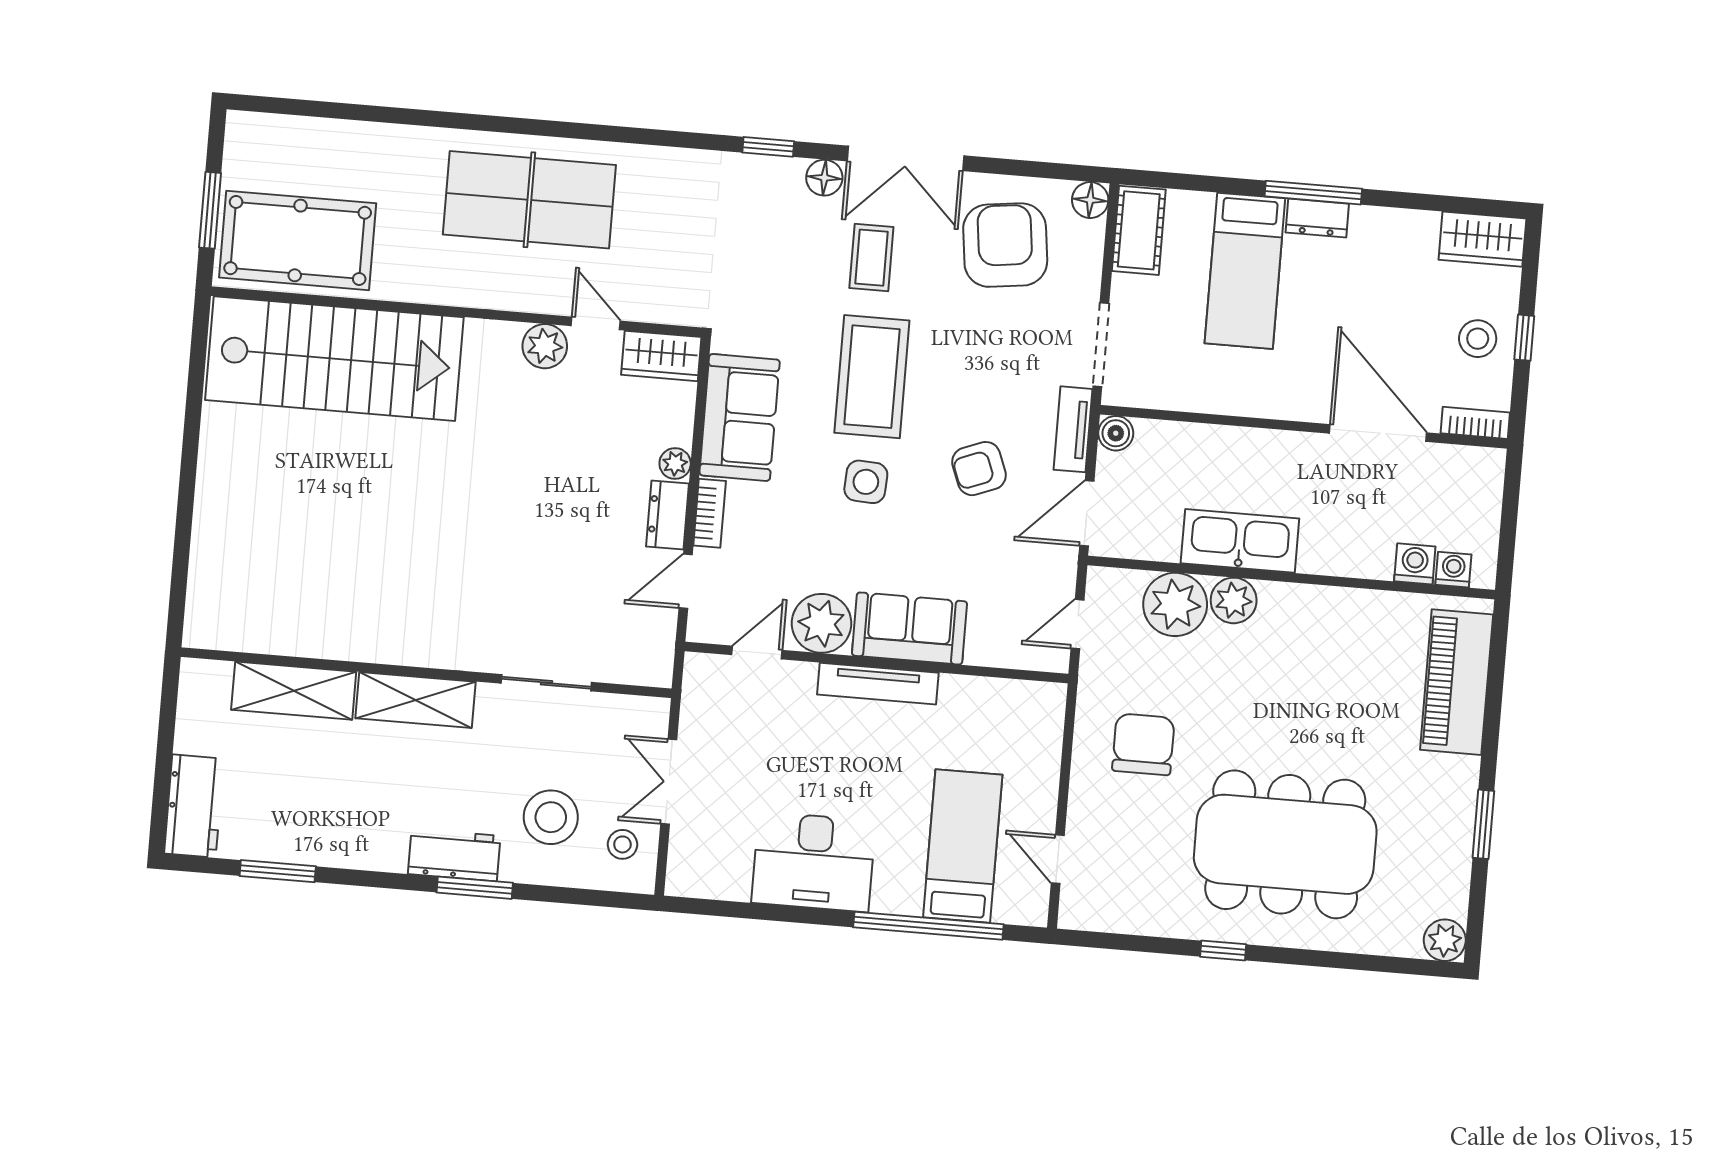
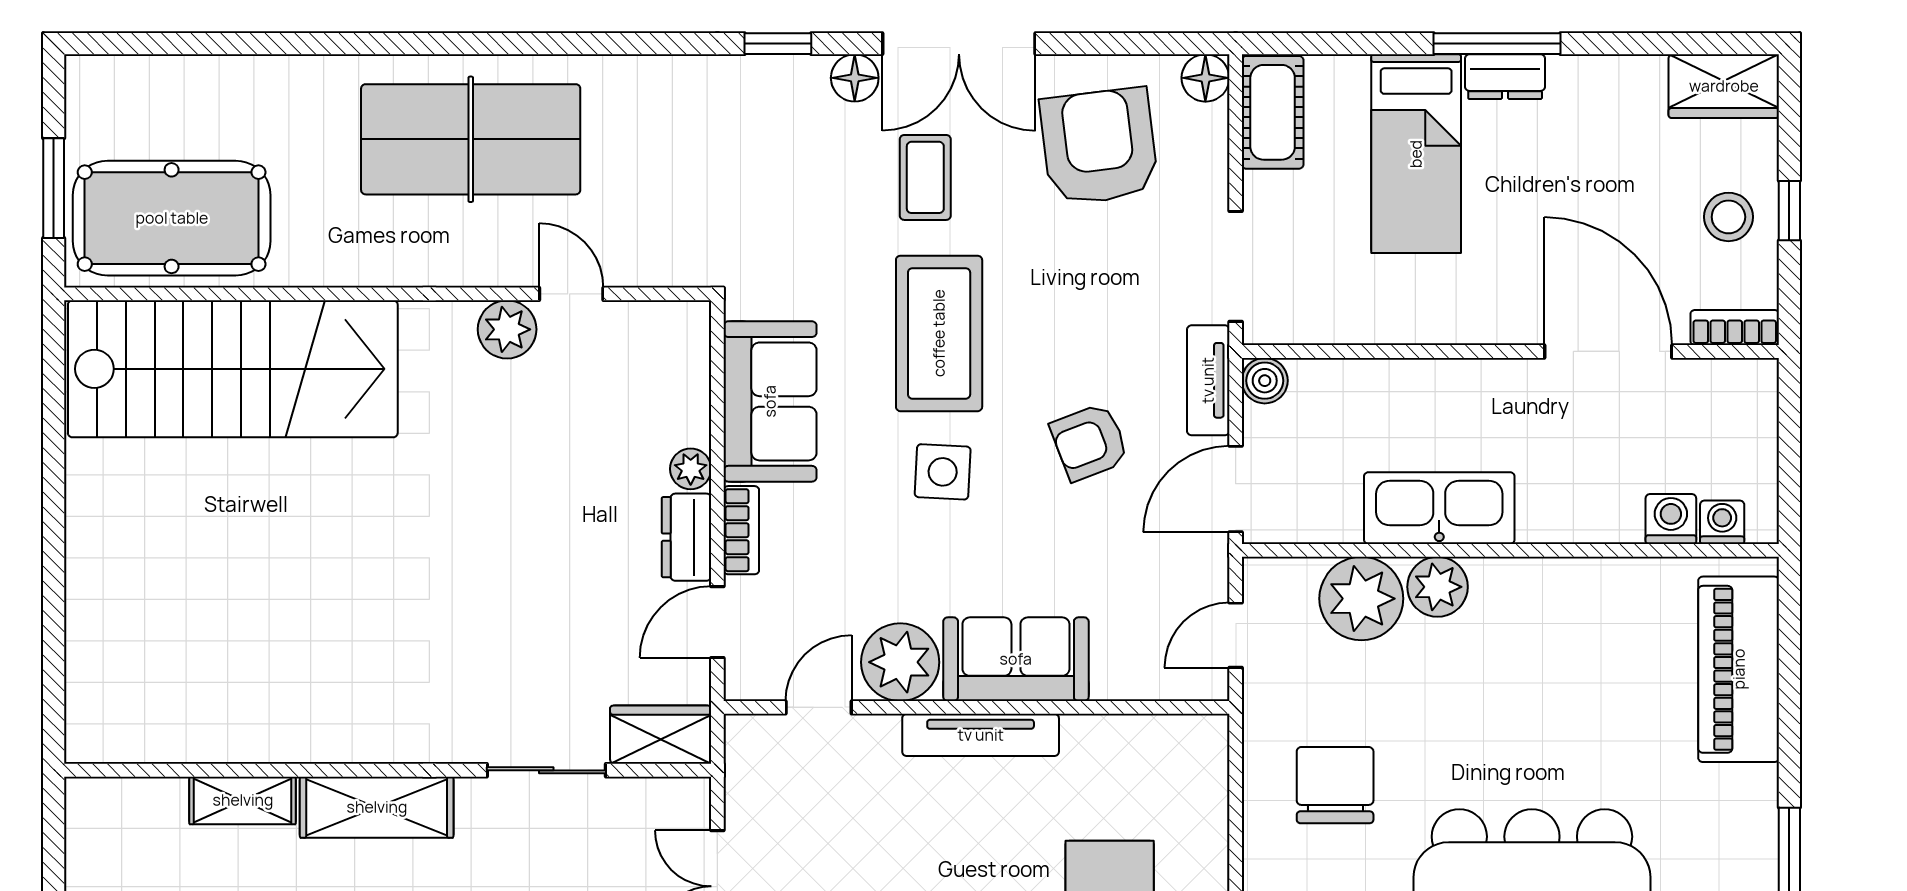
wardrobe: (661, 356) -> (661, 735), moved, turned 180
shelving: (294, 691) -> (243, 800), width x0.67, depth x0.75

